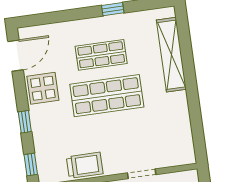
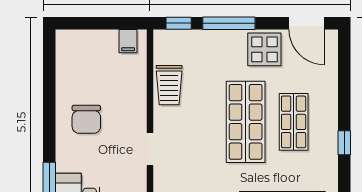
window: (25, 122) -> (229, 23), width x2.17

